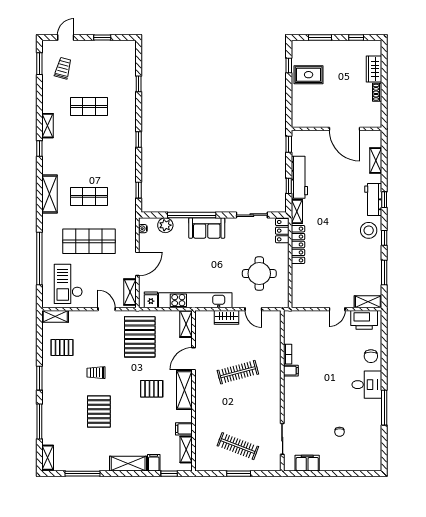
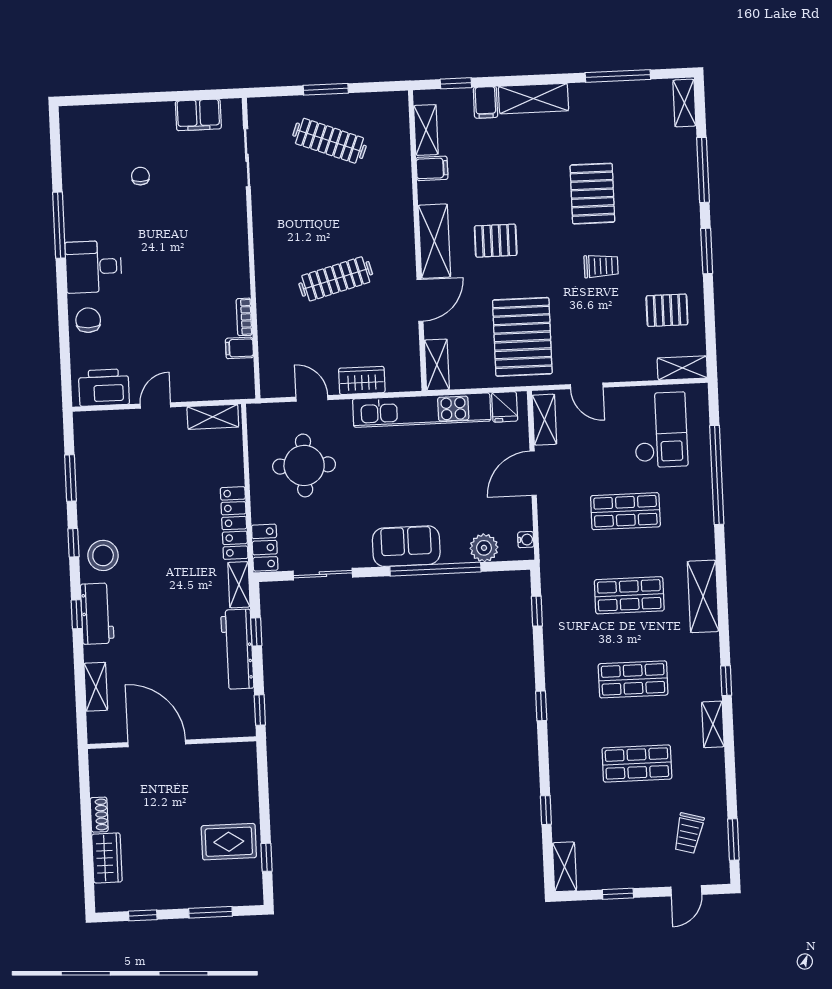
shelving: (130, 53) -> (564, 867), added
shop shelf: (89, 151) -> (633, 679), added
shop shelf: (89, 241) -> (625, 511), width x0.70, depth x0.74
shelving: (368, 302) -> (213, 417), moved
filing cabinet: (291, 371) -> (239, 348), moved

